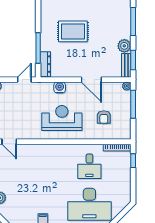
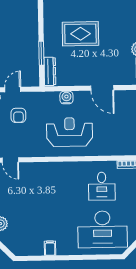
window: (38, 48) -> (41, 53), width x0.69
door: (24, 80) -> (13, 90), moved
armchair: (104, 117) -> (18, 115), moved

